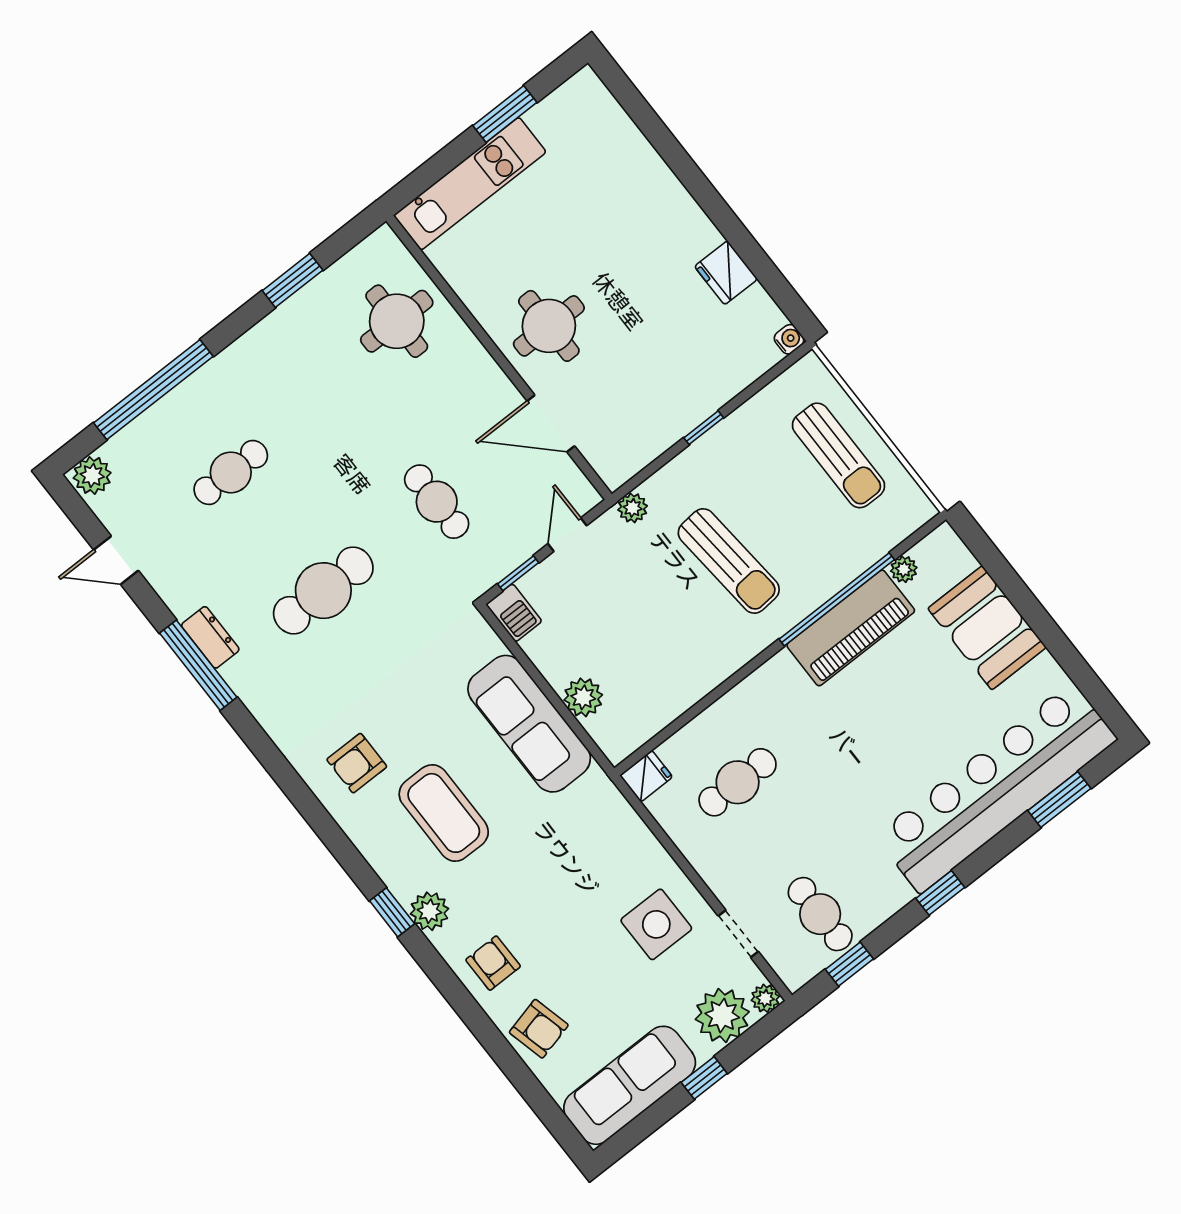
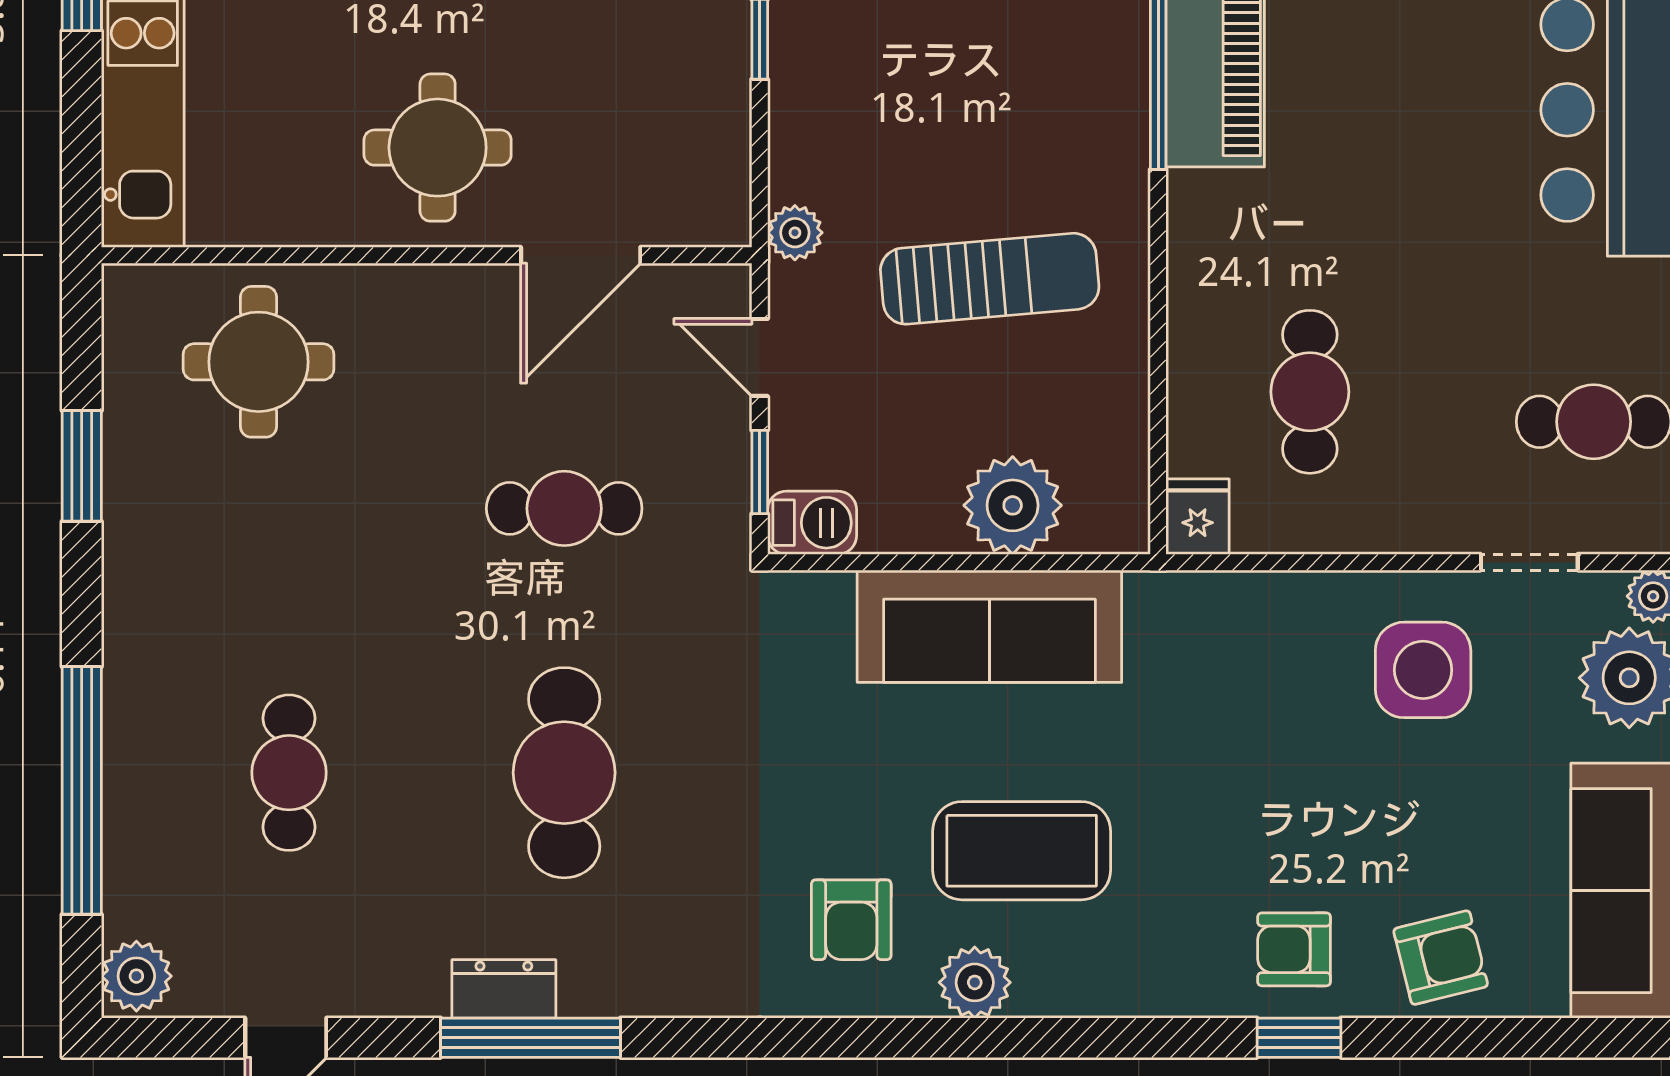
sun lounger: (729, 561) -> (990, 279), moved
plant: (583, 697) -> (1013, 505), width x1.36, depth x1.36
plant: (429, 911) -> (975, 982), moved
window: (392, 912) -> (1299, 1038), moved

